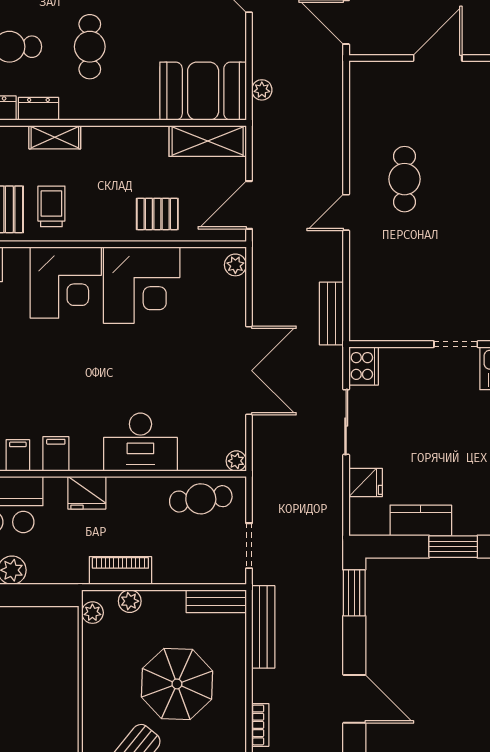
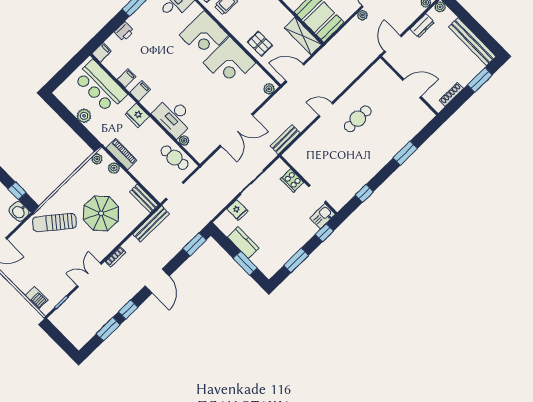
plant: (262, 90) -> (362, 15), moved
cooker: (364, 366) -> (292, 180), moved, turned 90
plant: (236, 461) -> (184, 141), moved

